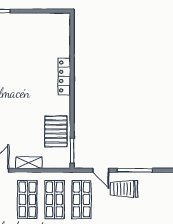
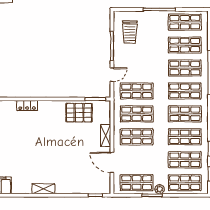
locker: (64, 76) -> (27, 106), width x0.66
trolley: (124, 189) -> (130, 32), moved

